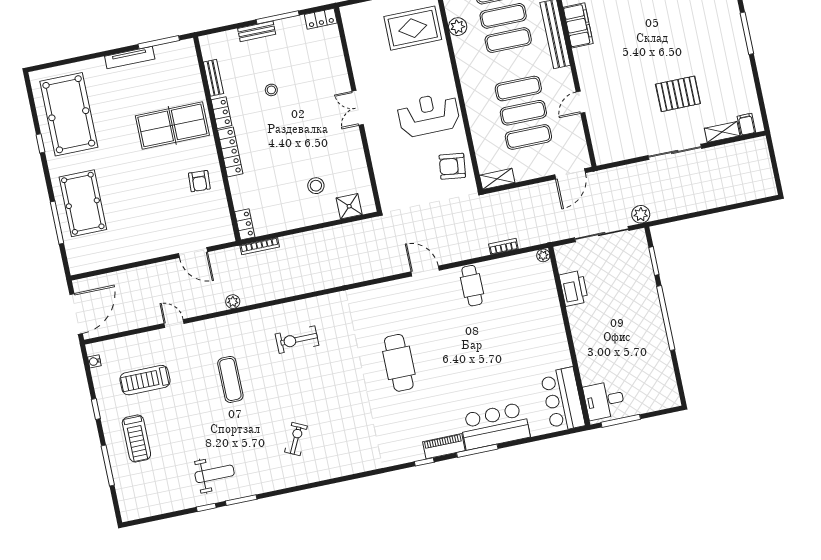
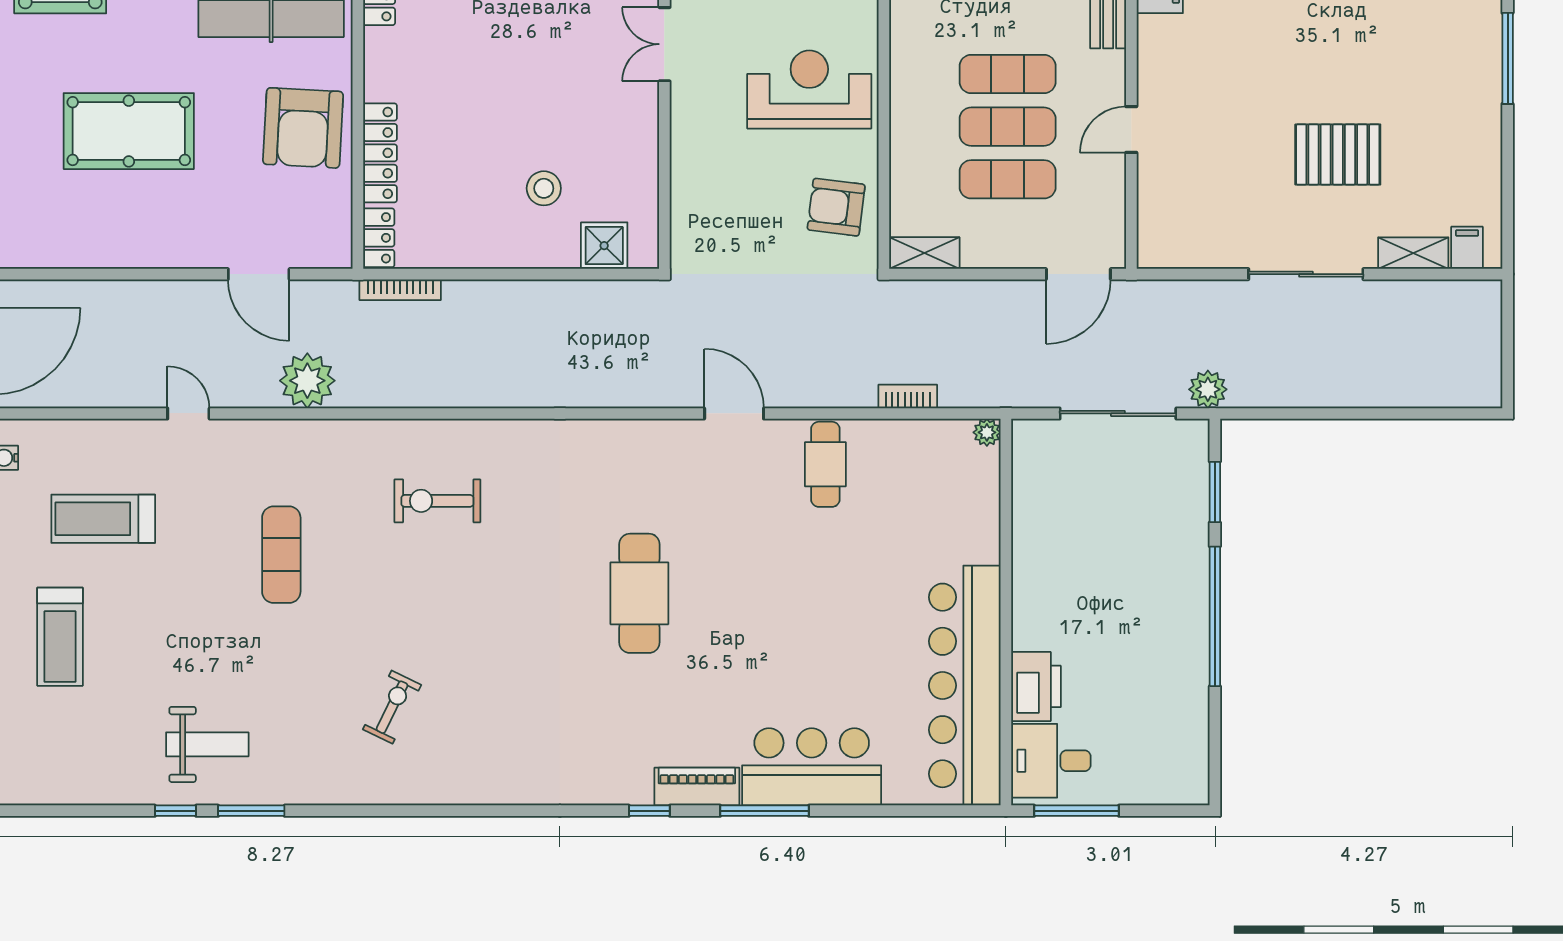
locker: (230, 152) -> (380, 153), moved
armchair: (199, 181) -> (303, 128), width x1.88, depth x1.88
pool table: (83, 203) -> (129, 131), moved, turned 90
printer: (574, 288) -> (1036, 686), moved
plant: (233, 302) -> (307, 381), width x1.88, depth x1.88
bar counter: (563, 399) -> (965, 685), width x1.86

